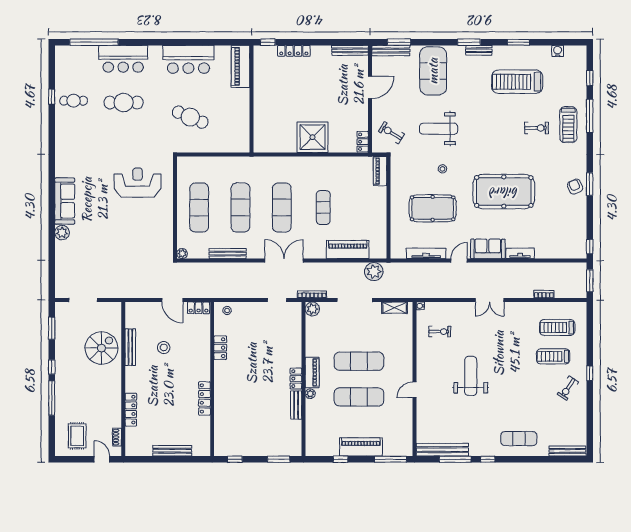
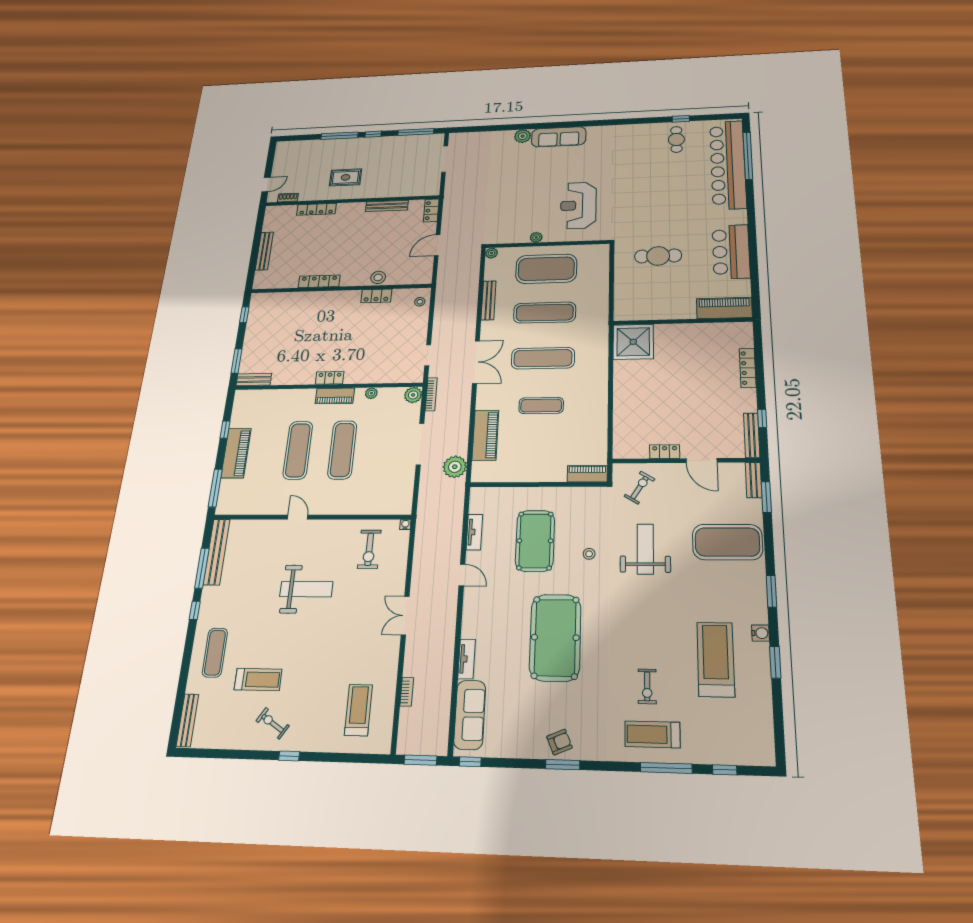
window: (268, 42) -> (762, 418), moved
bench: (479, 50) -> (760, 605), removed
bench: (391, 51) -> (754, 480), width x0.73
water cooler: (558, 51) -> (760, 633), moved
bar counter: (123, 59) -> (728, 165), width x1.86
cafe table: (124, 103) -> (675, 188), removed
cafe table: (190, 117) -> (658, 256), turned 67
shower: (313, 137) -> (633, 342), moved
locker: (363, 142) -> (665, 452), moved
reception desk: (138, 183) -> (578, 205), turned 180
exercise mat: (199, 208) -> (546, 269), width x1.47
plant: (168, 217) -> (536, 237), added
sofa: (488, 249) -> (470, 715), moved, width x1.36
tv unit: (426, 253) -> (474, 532), width x0.71
locker: (199, 308) -> (431, 210), moved
shelving: (394, 308) -> (406, 492), removed
window: (52, 328) -> (416, 132), width x1.44
exercise bike: (440, 332) -> (369, 549), width x1.38, depth x1.39
stool: (164, 347) -> (378, 277), moved
spiral stairs: (101, 348) -> (389, 179), removed
treadmill: (553, 356) -> (258, 679), moved, turned 90
plant: (310, 394) -> (371, 393), moved
bench: (296, 405) -> (254, 380), moved
rug: (77, 436) -> (346, 177), moved

